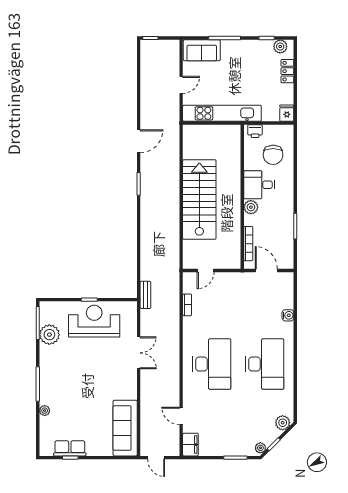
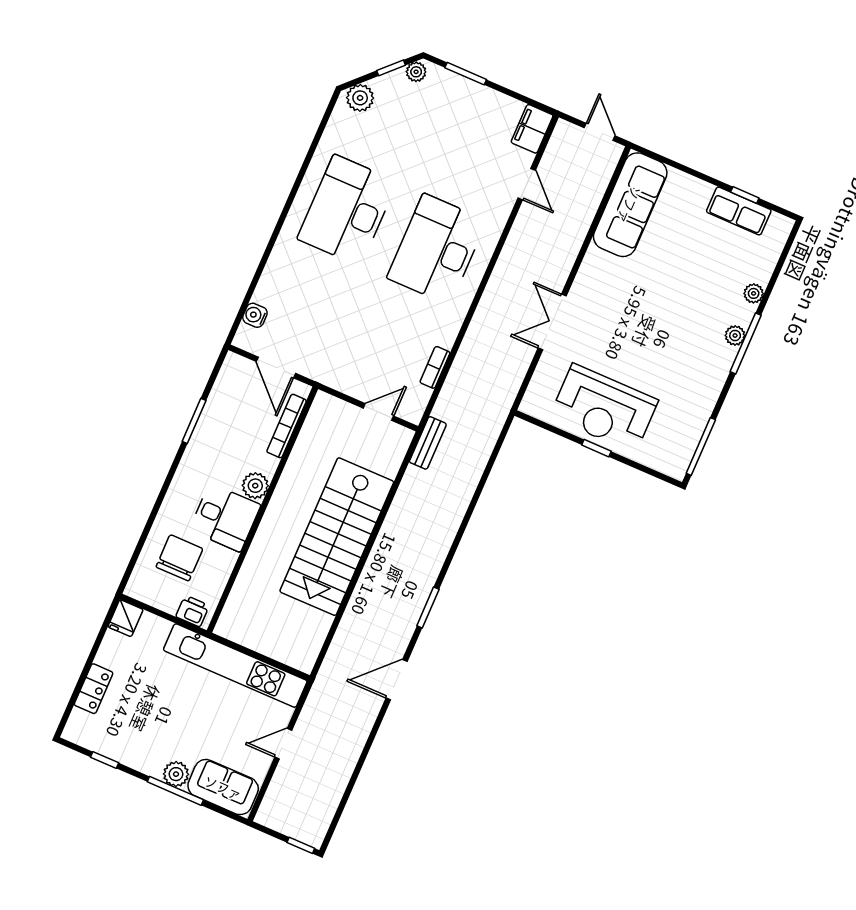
plant: (280, 47) -> (176, 774), moved
bench: (145, 295) -> (428, 443), moved
water cooler: (288, 315) -> (255, 315), moved
plant: (49, 335) -> (735, 336), moved, width x0.53, depth x0.53

